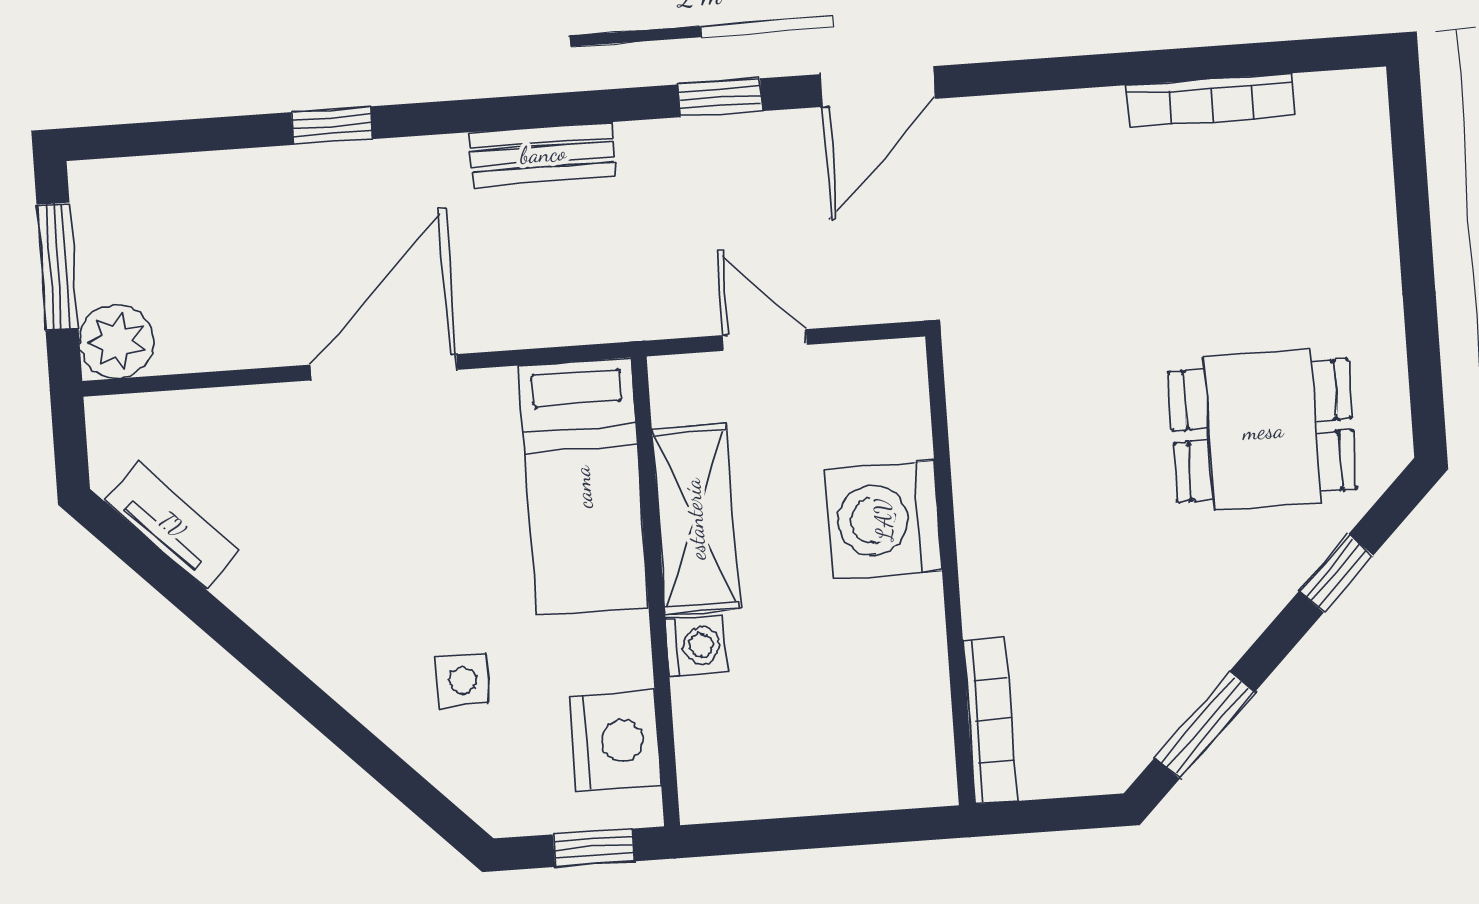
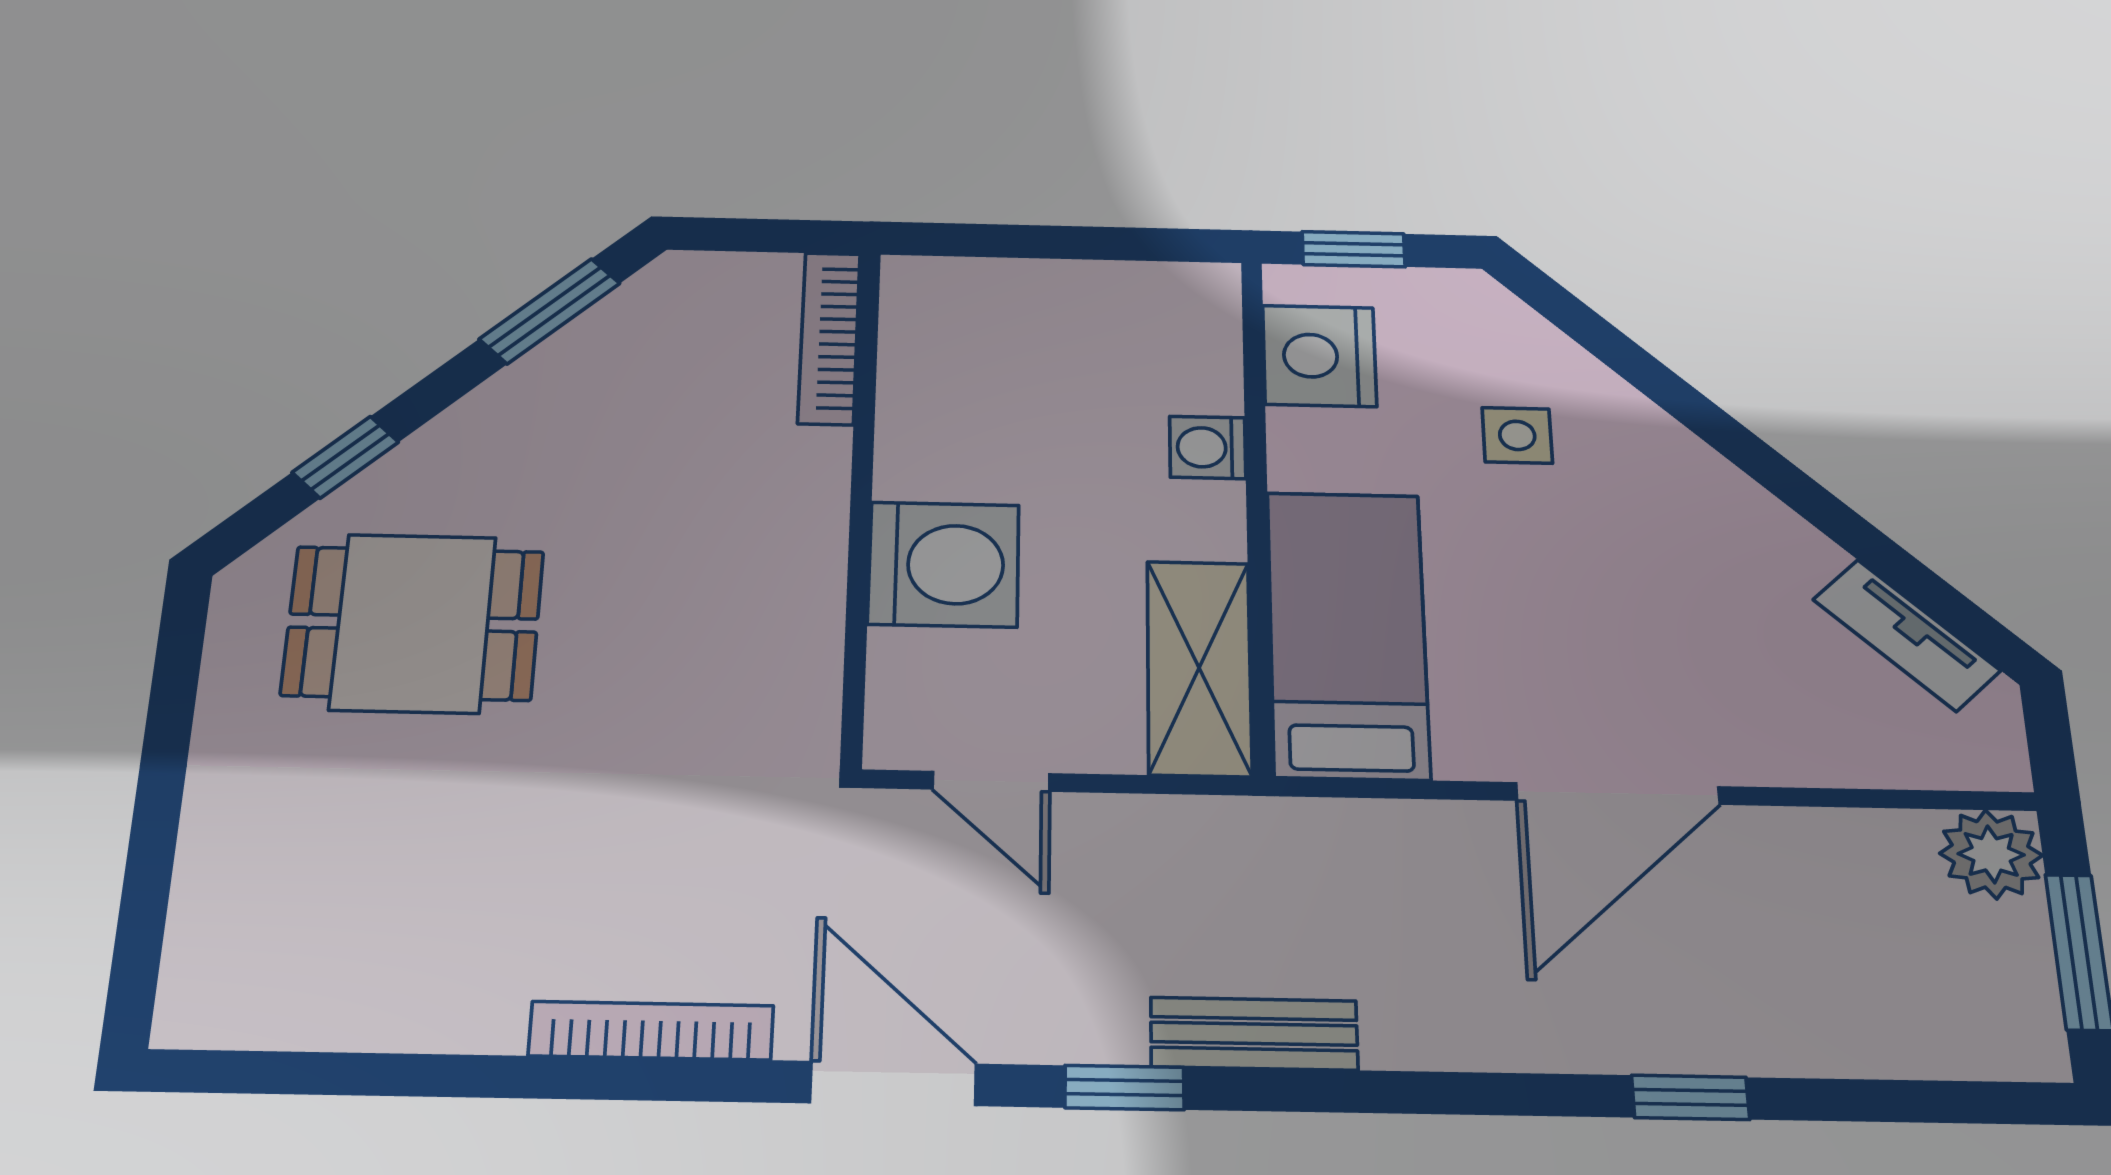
door: (878, 86) -> (893, 1083), hinge flipped
bookcase: (1211, 100) -> (651, 1031), moved
bench: (543, 154) -> (1254, 1034), moved
door: (764, 340) -> (991, 781), moved
shelving: (695, 519) -> (1199, 668), moved

